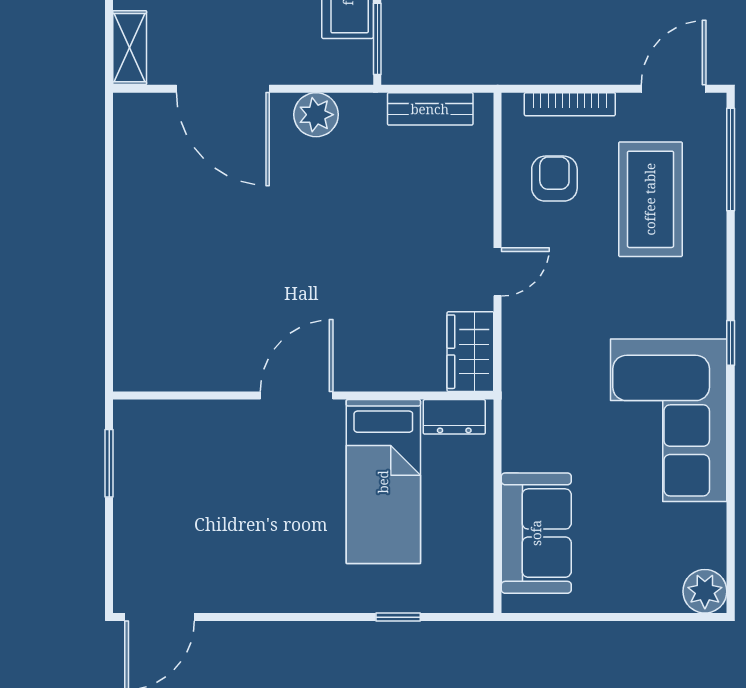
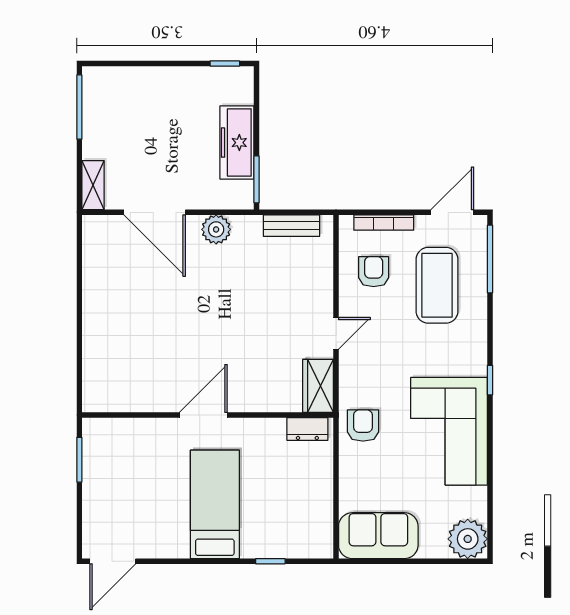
armchair: (538, 412) -> (363, 426), added
bed: (383, 482) -> (215, 504), moved, turned 180
sofa: (536, 533) -> (378, 536), moved, turned -90
plant: (705, 591) -> (468, 539), width x1.36, depth x1.36

